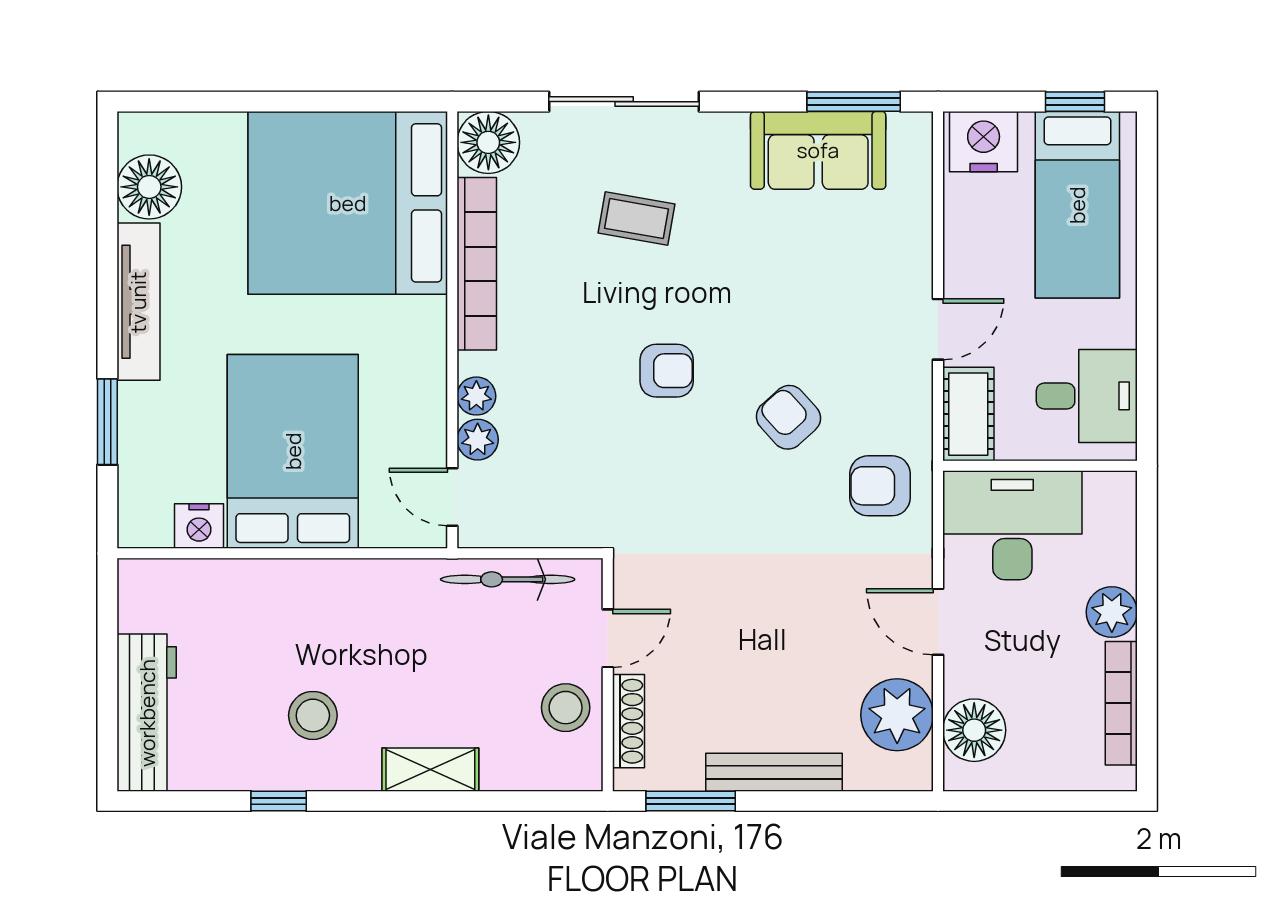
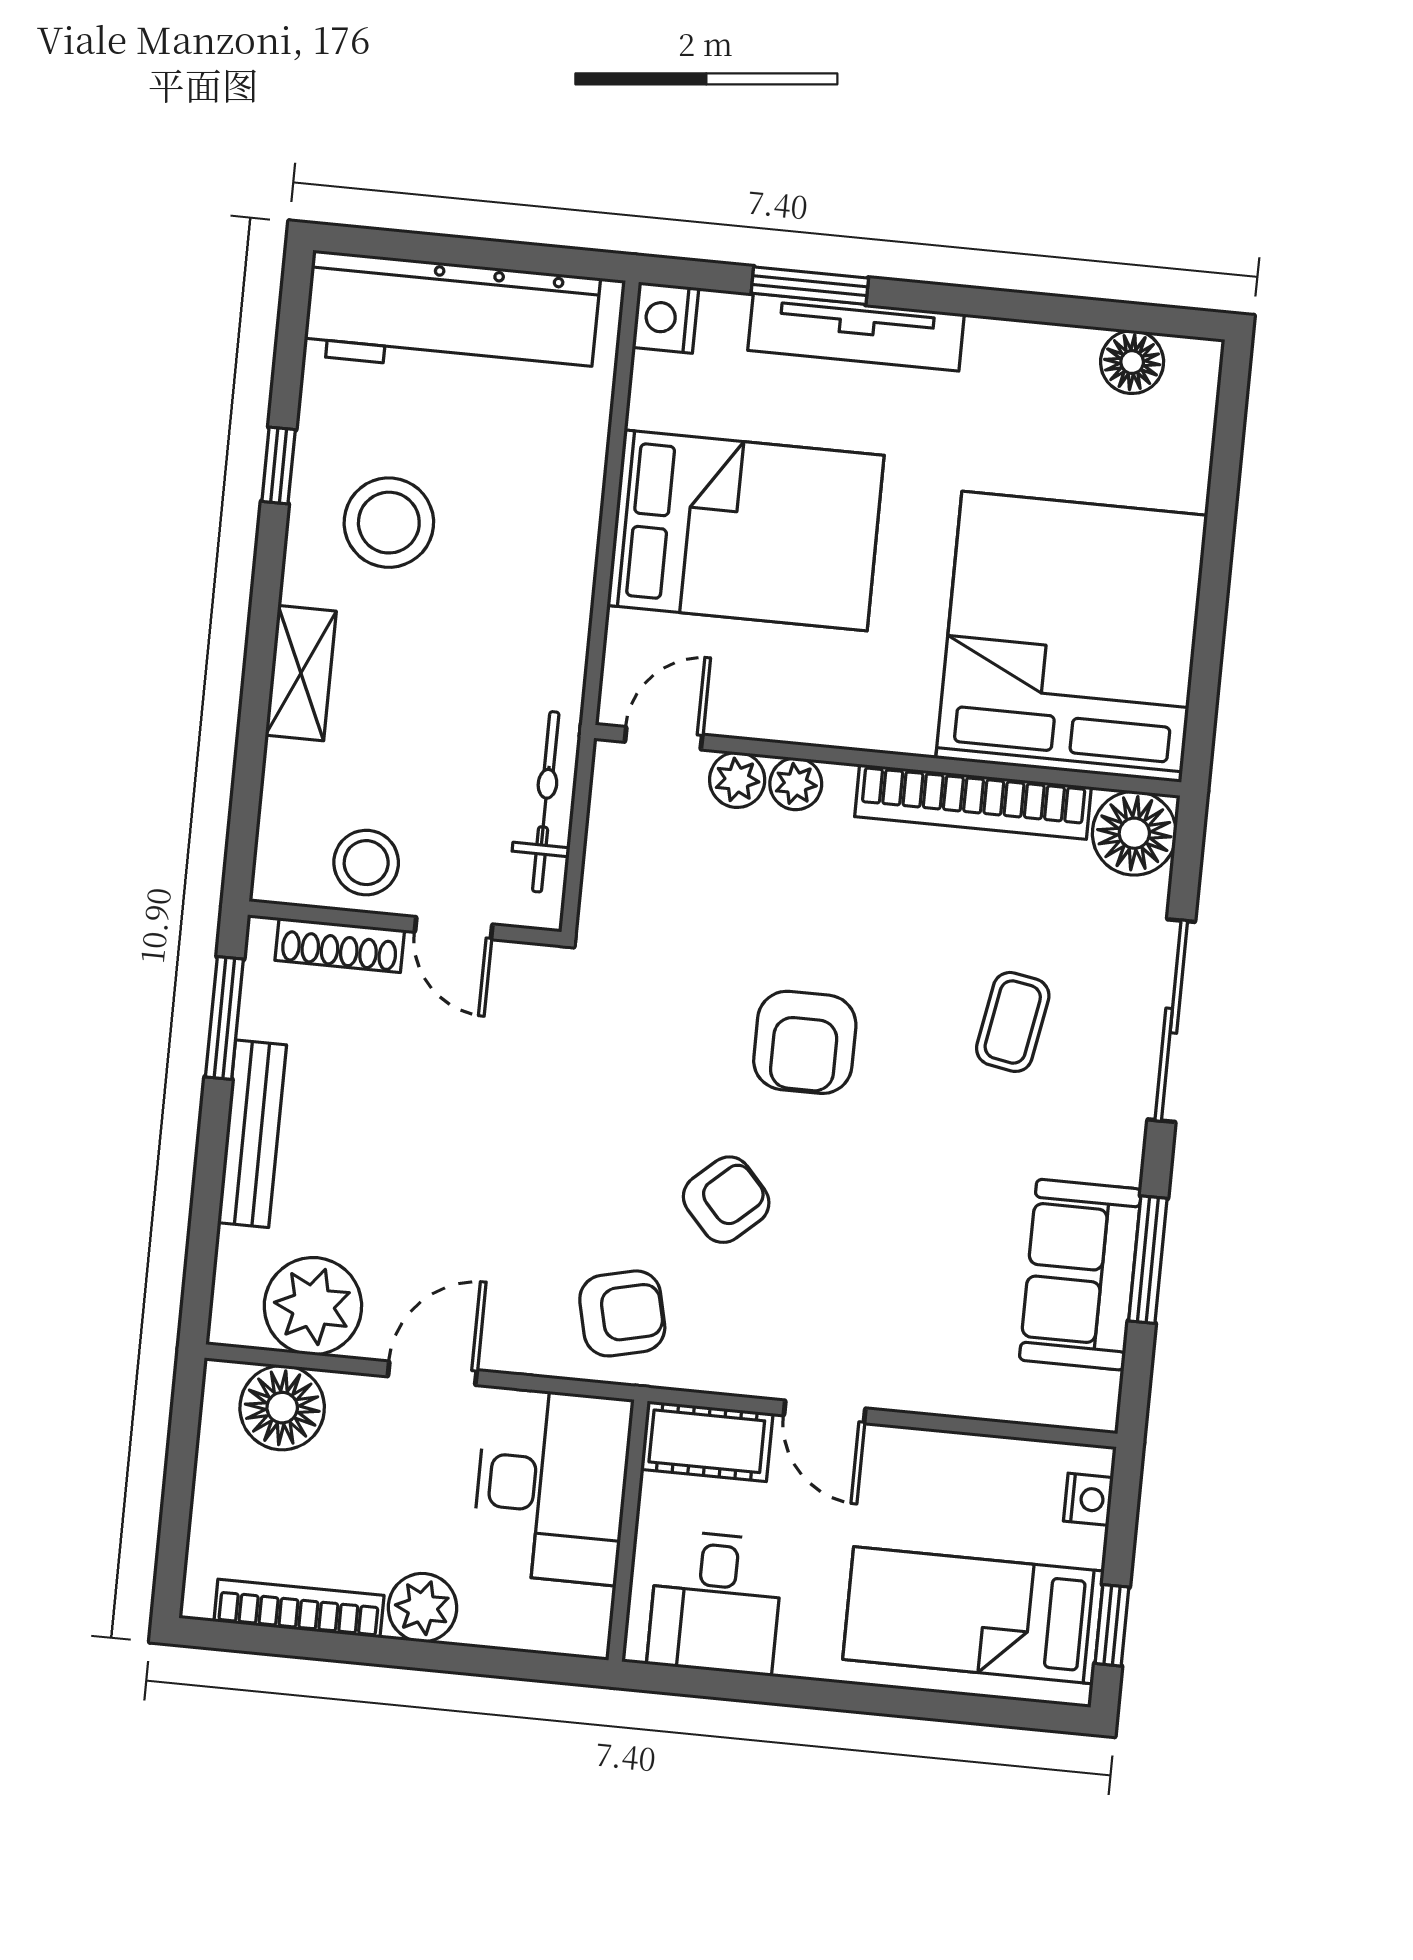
window: (854, 102) -> (1148, 1260), moved
nightstand: (984, 142) -> (1088, 1499), width x0.53, depth x0.56
floor lamp: (149, 187) -> (1132, 362), width x0.73, depth x0.73
tv unit: (138, 302) -> (856, 332), moved
armchair: (667, 371) -> (805, 1042), width x1.38, depth x1.38
armchair: (880, 486) -> (622, 1313), turned 77
nightstand: (199, 526) -> (666, 318), moved
workbench: (147, 713) -> (452, 317), width x1.36, depth x1.32
stool: (313, 715) -> (389, 523), width x1.38, depth x1.38

